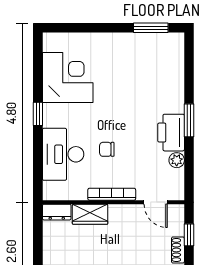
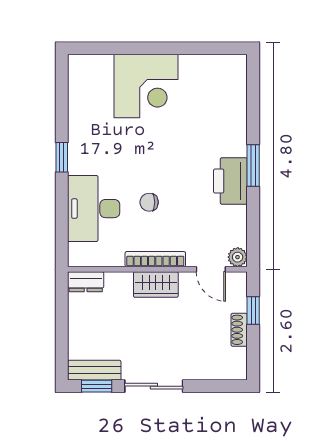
window: (151, 28) -> (205, 48), removed
corner desk: (68, 78) -> (146, 86), moved, turned 90
plant: (177, 160) -> (238, 257), moved
wardrobe: (90, 214) -> (156, 284), moved

